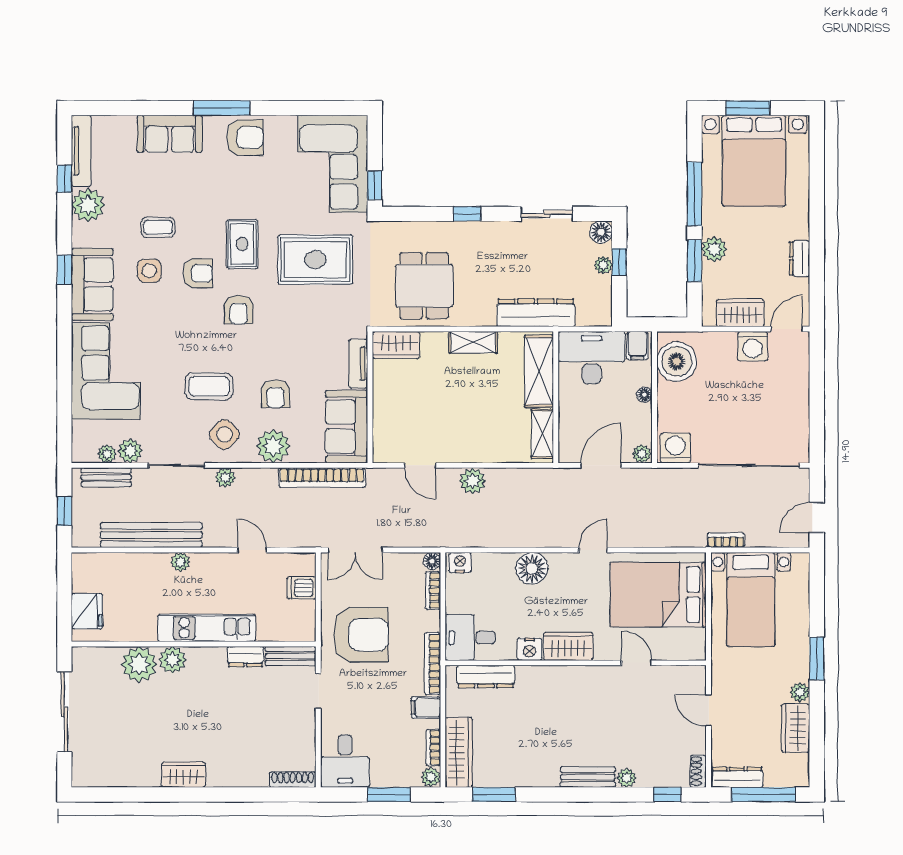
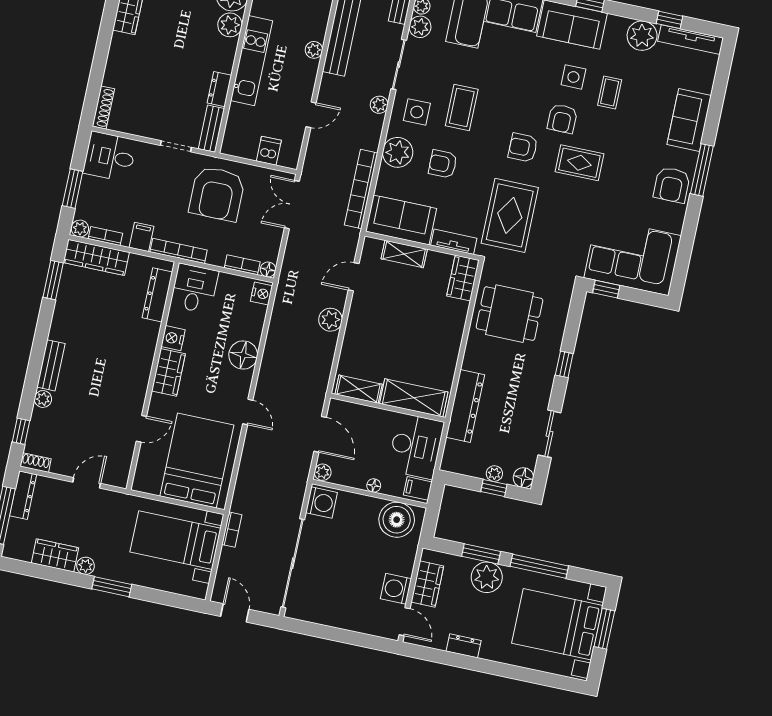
plant: (714, 249) -> (487, 577), width x1.36, depth x1.36
rug: (315, 260) -> (510, 215), moved
shelving: (473, 342) -> (404, 254), moved, turned 90
side table: (224, 434) -> (417, 112), turned 45

